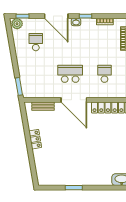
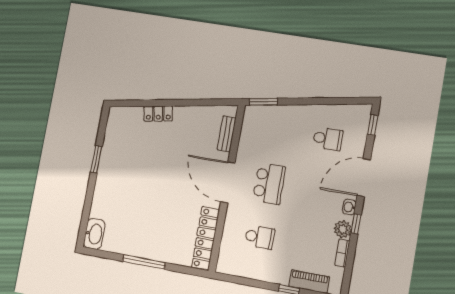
plant: (17, 24) -> (343, 229), moved
door: (74, 100) -> (228, 182), hinge flipped
locker: (35, 139) -> (158, 114), moved

